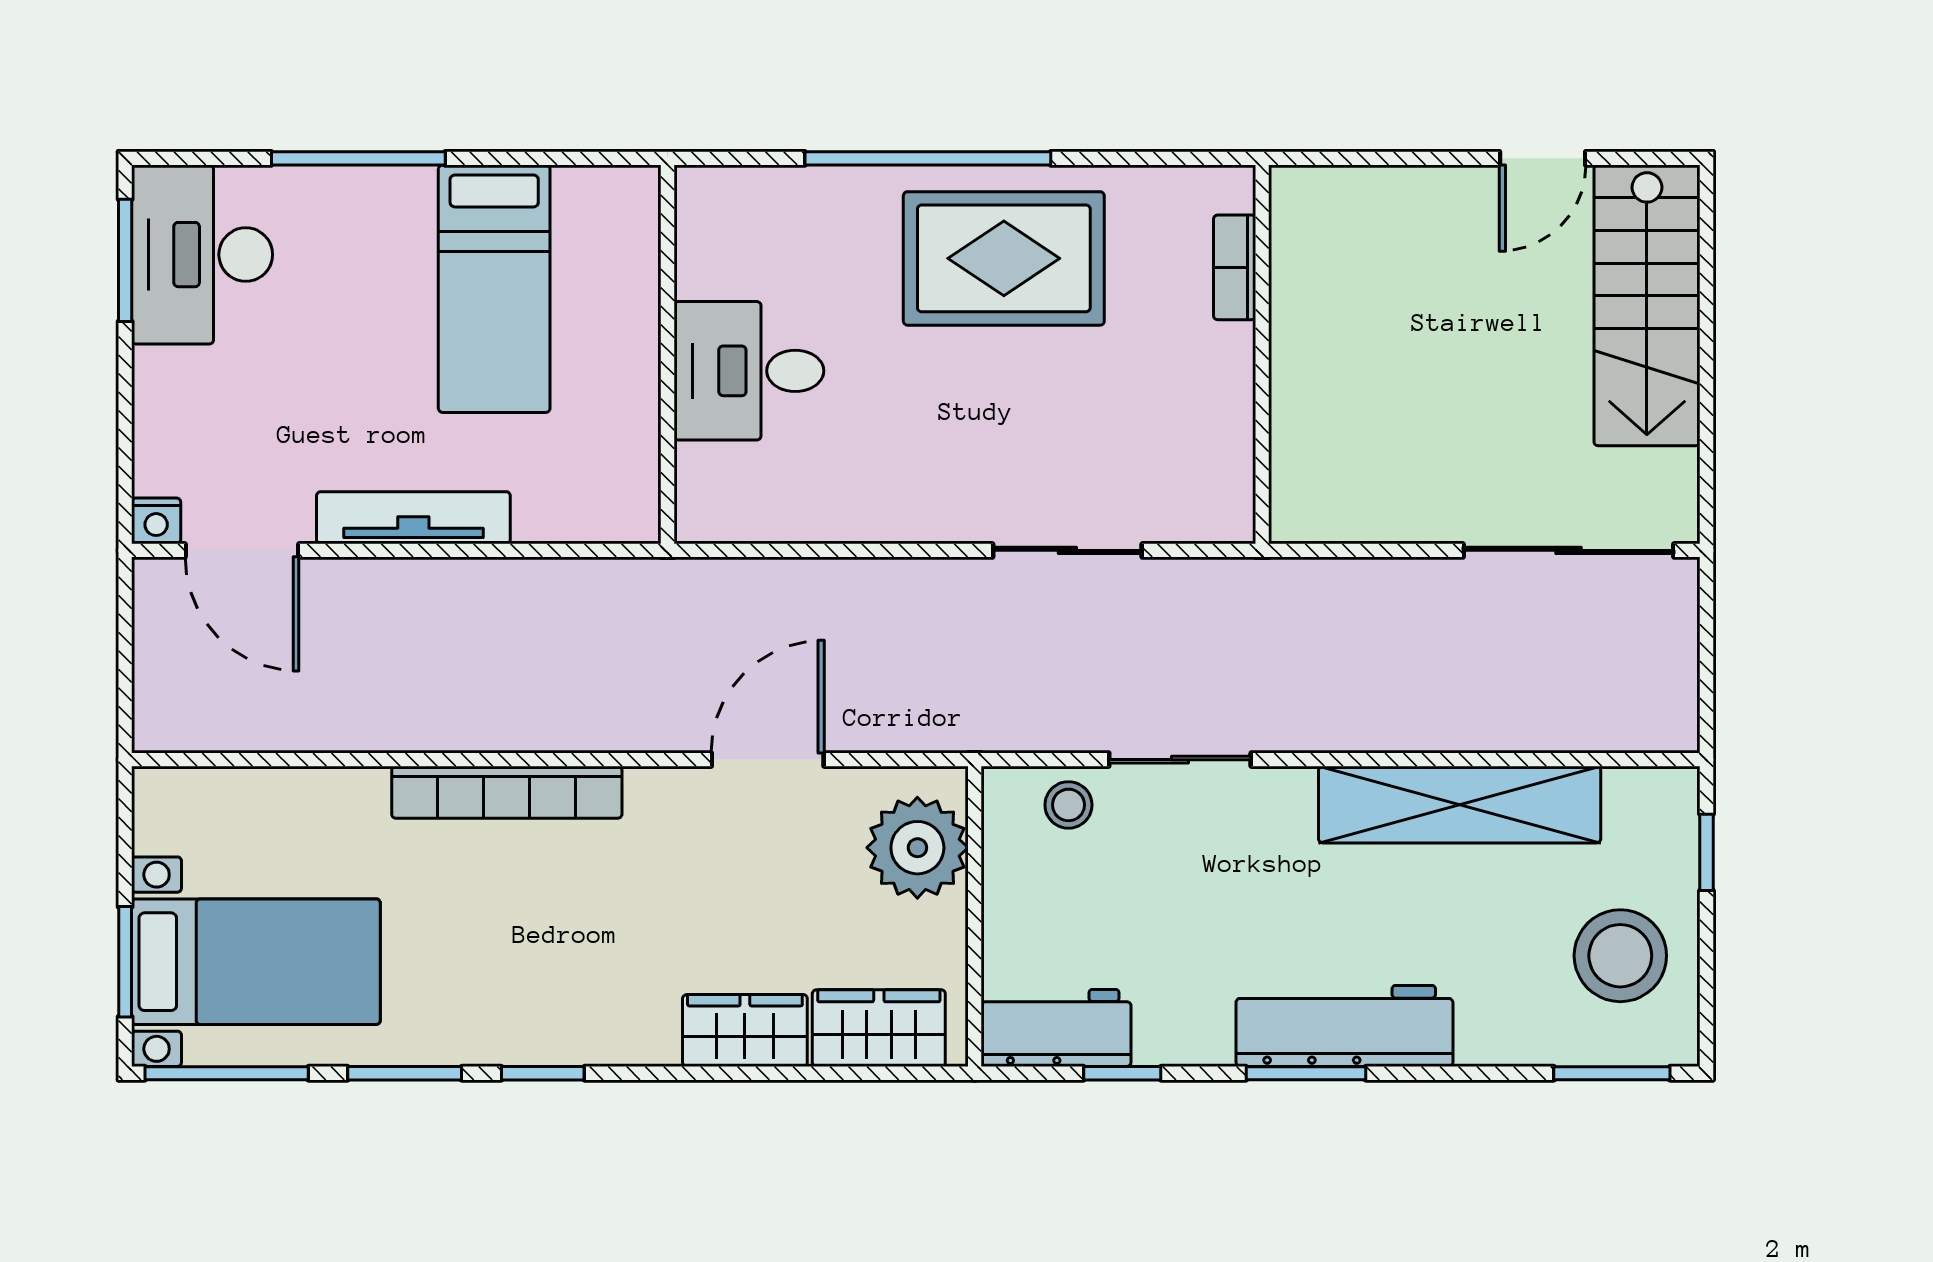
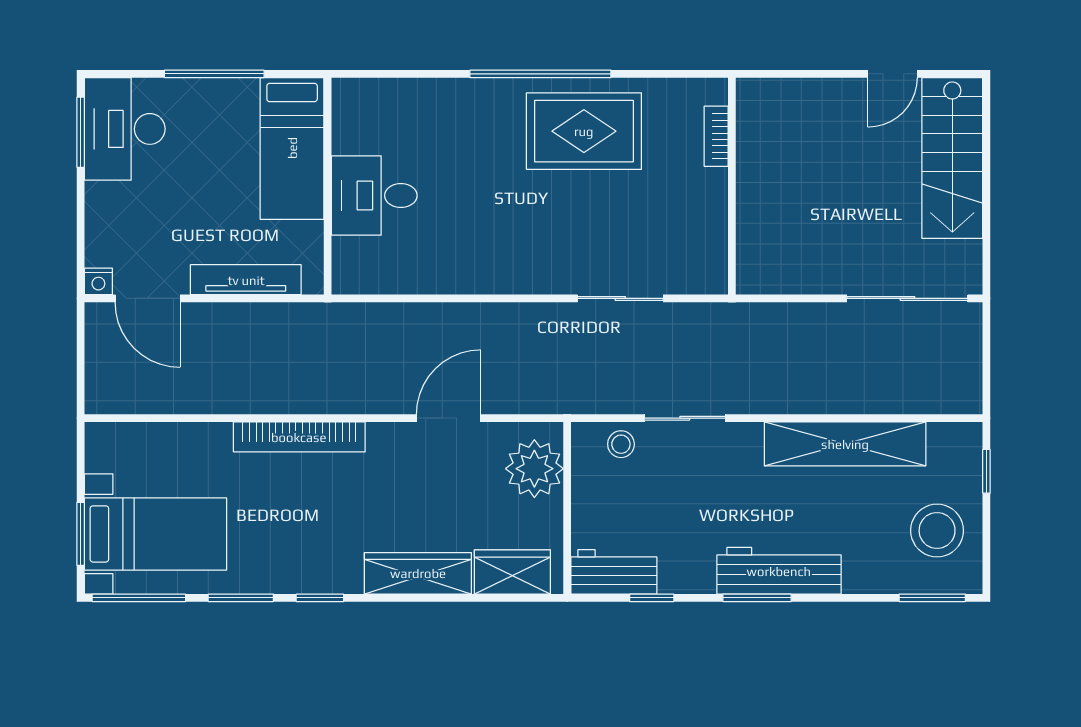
wall: (668, 354) -> (328, 186), moved
desk: (749, 371) -> (374, 196), moved
wardrobe: (745, 1031) -> (418, 573), width x1.50

